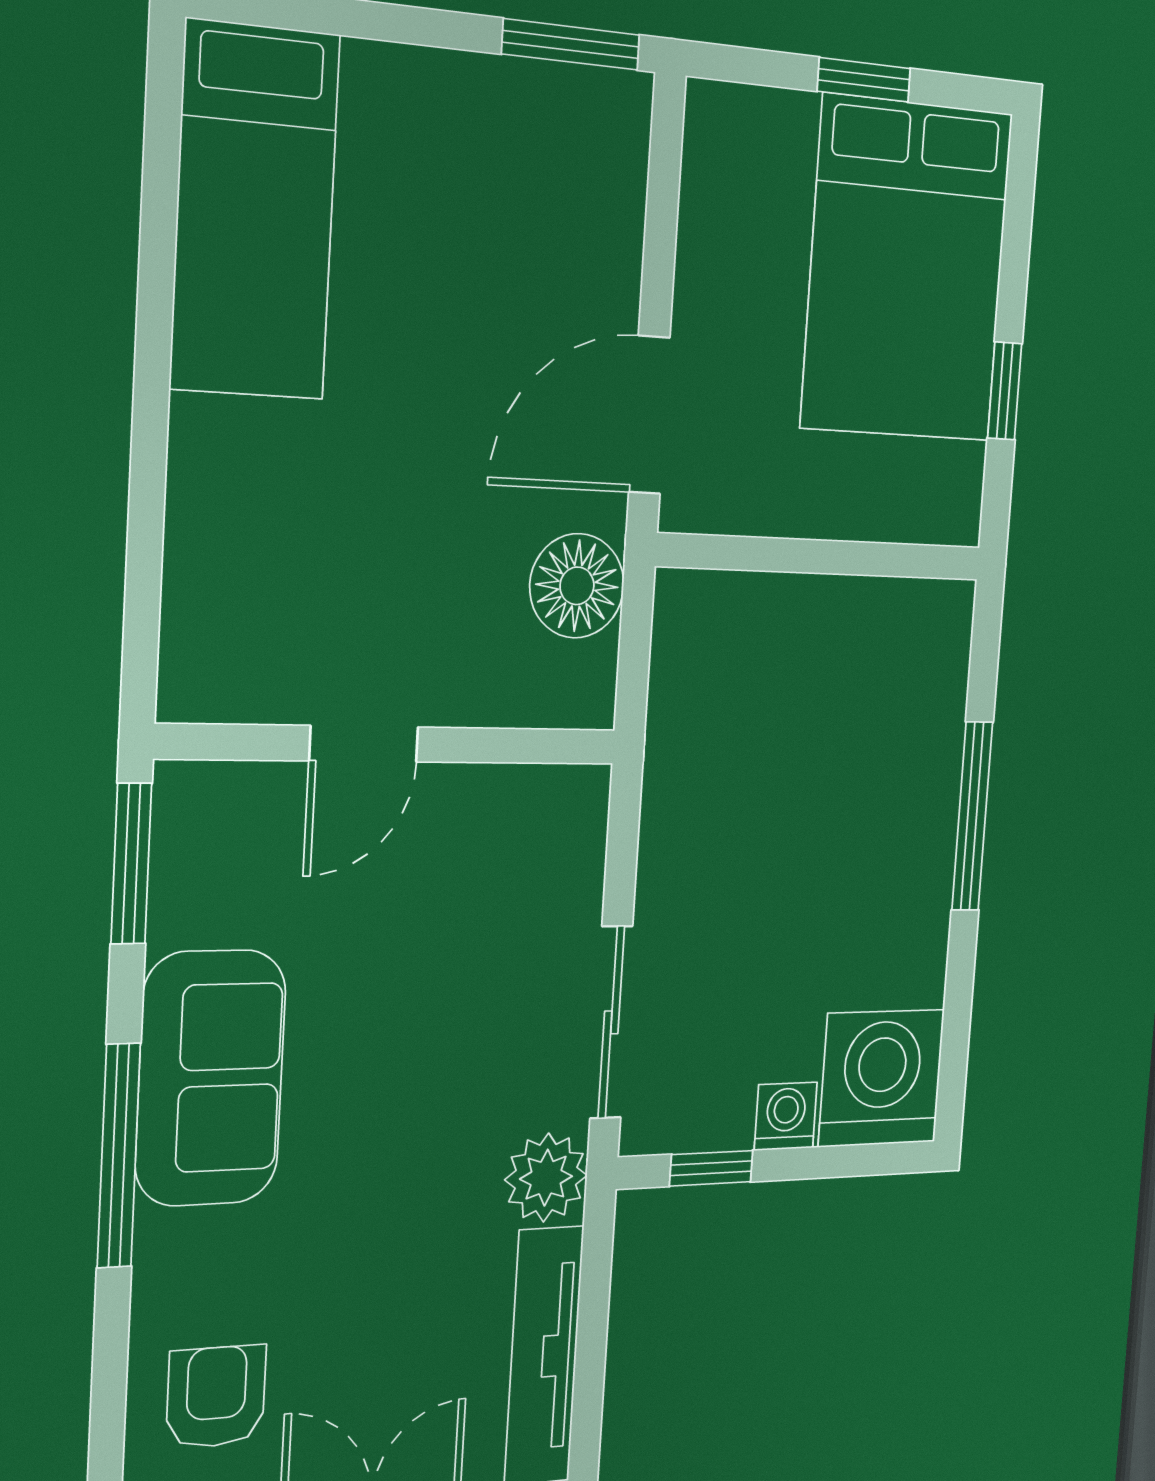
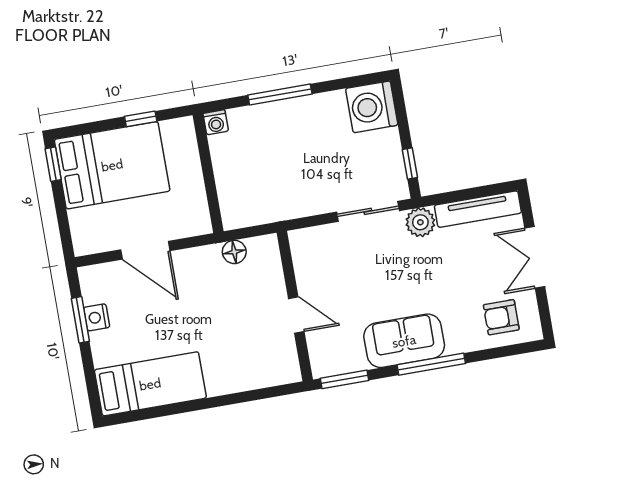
window: (571, 44) -> (80, 320), moved
window: (864, 80) -> (53, 164), moved
nightstand: (497, 92) -> (97, 317), added
door: (649, 415) -> (145, 250), moved
floor lamp: (577, 586) -> (234, 252), width x0.73, depth x0.73
washing machine: (786, 1116) -> (216, 122), moved, turned -90

